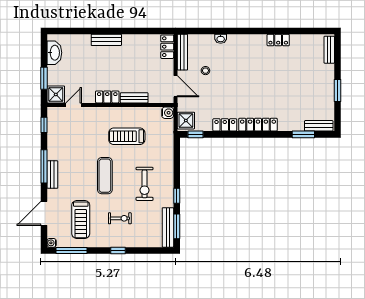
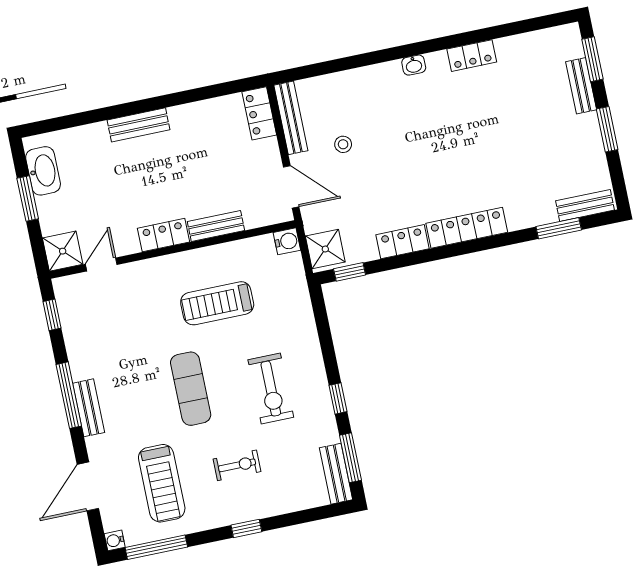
washbasin: (221, 39) -> (414, 65), moved
bench: (329, 50) -> (581, 86), moved
window: (338, 54) -> (592, 59), added
window: (44, 78) -> (28, 198), moved
bench: (168, 227) -> (336, 474), width x0.73

